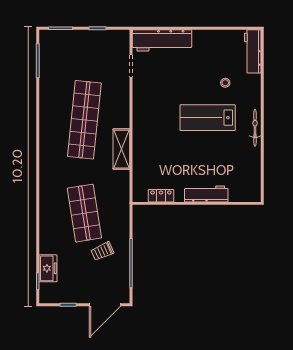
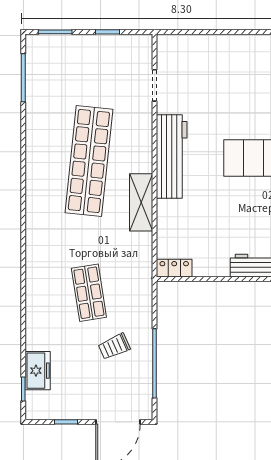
workbench: (162, 40) -> (172, 157), moved, turned -90
locker: (161, 196) -> (174, 268), moved
shop shelf: (84, 213) -> (89, 293), width x0.70, depth x0.74

